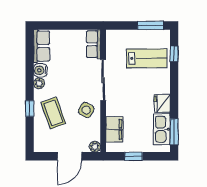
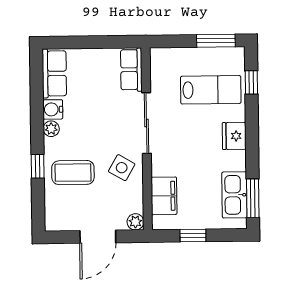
fridge: (162, 103) -> (234, 136), moved
coffee table: (53, 113) -> (73, 173), turned -70

